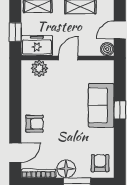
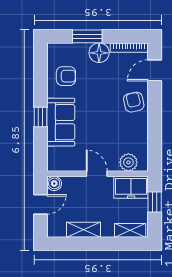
door: (68, 58) -> (97, 174), swing flipped
armchair: (34, 124) -> (134, 102), turned 78
armchair: (100, 163) -> (66, 76), moved, turned -90

